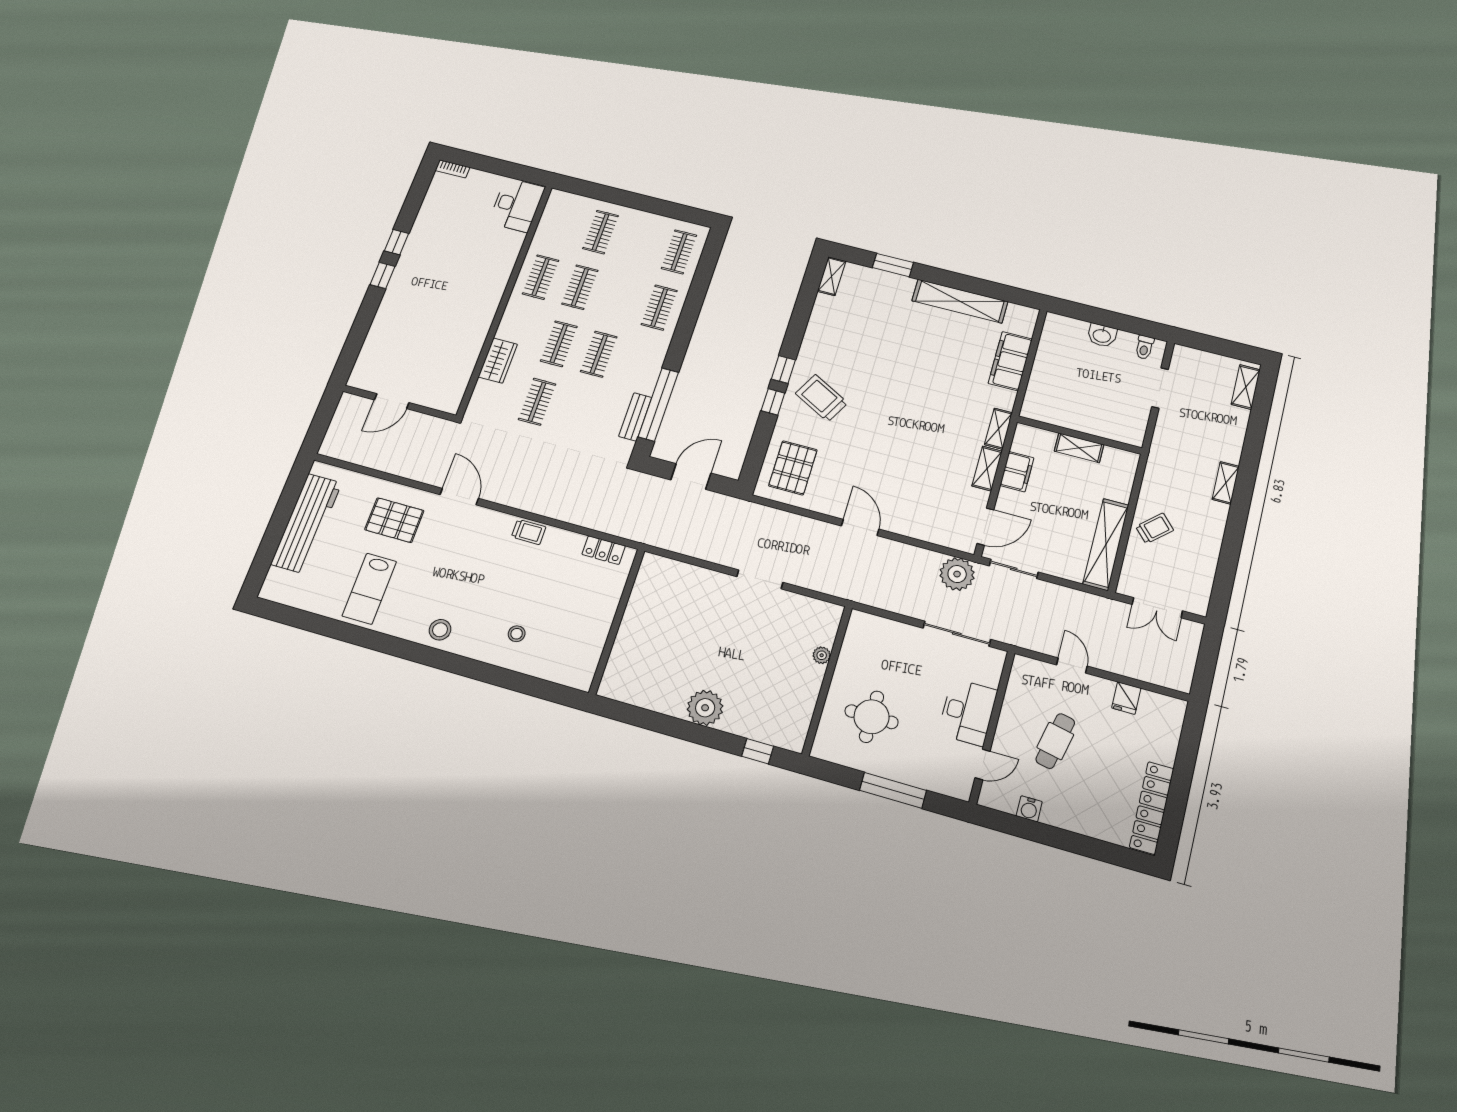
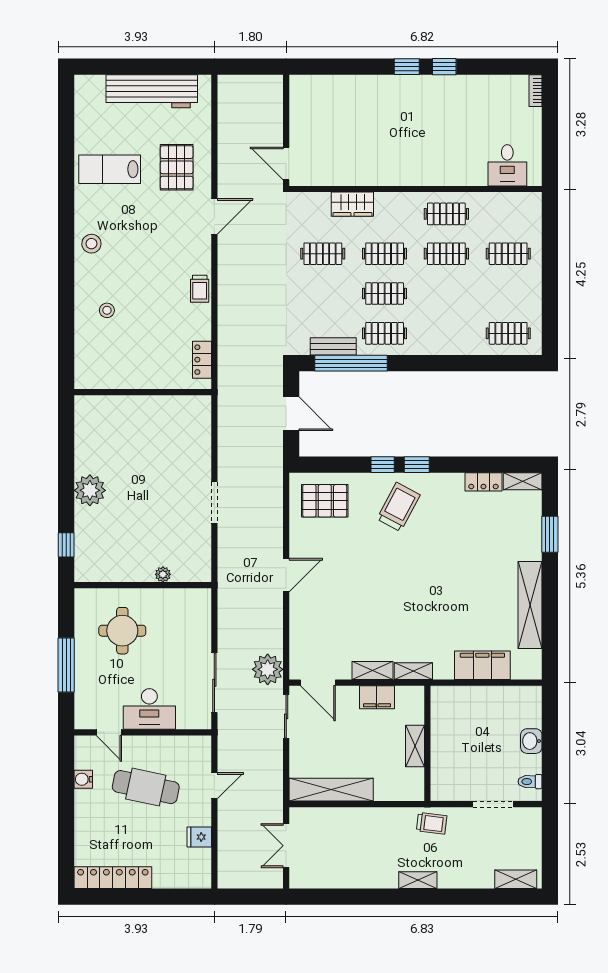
desk: (517, 205) -> (507, 165), width x0.73
clothes rail: (659, 308) -> (385, 333), moved
locker: (821, 312) -> (483, 482), added
door: (392, 401) -> (286, 163), moved
trolley: (1155, 528) -> (432, 823), moved, turned -40
cafe table: (1055, 741) -> (146, 787), width x1.37, depth x1.35

